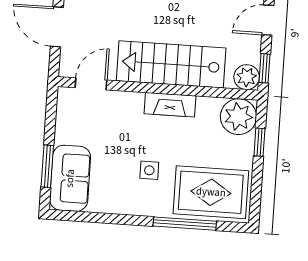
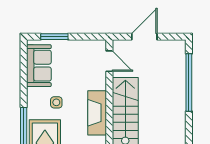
fireplace: (170, 105) -> (97, 113), width x1.37, depth x1.32
sofa: (70, 178) -> (39, 66), moved, turned -90

